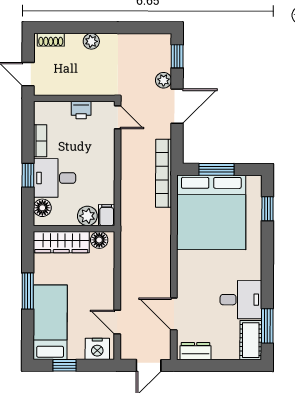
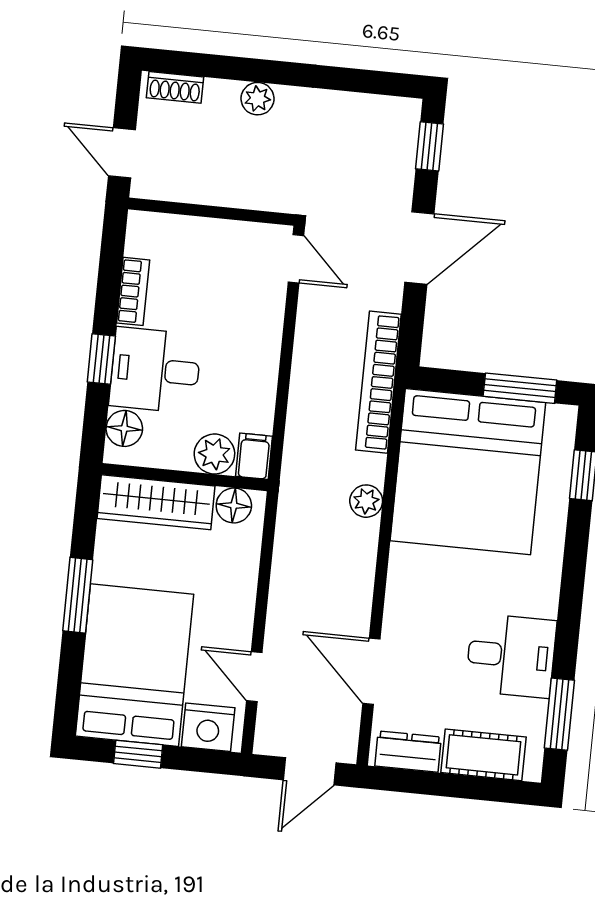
plant: (163, 80) -> (366, 501), moved
printer: (81, 110) -> (223, 237), removed
window: (217, 169) -> (520, 388), moved
bed: (50, 322) -> (134, 665), width x1.50
cot: (251, 340) -> (483, 755), moved, turned 90

